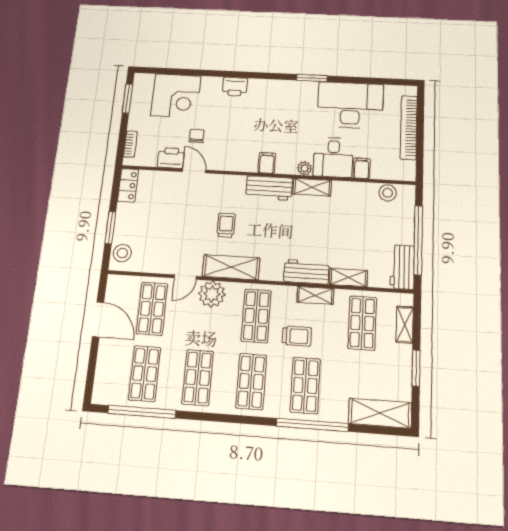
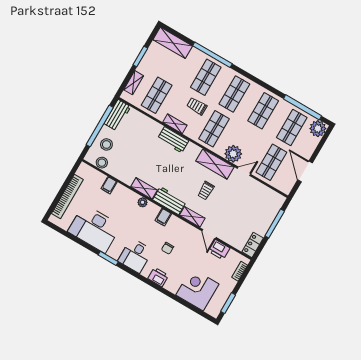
chair: (197, 136) -> (168, 248), moved
desk: (333, 157) -> (135, 256), moved, turned 180
window: (110, 228) -> (275, 223), width x1.44
stool: (122, 253) -> (106, 144), moved
shelving: (348, 278) -> (192, 217), moved
plant: (106, 391) -> (318, 129), added

